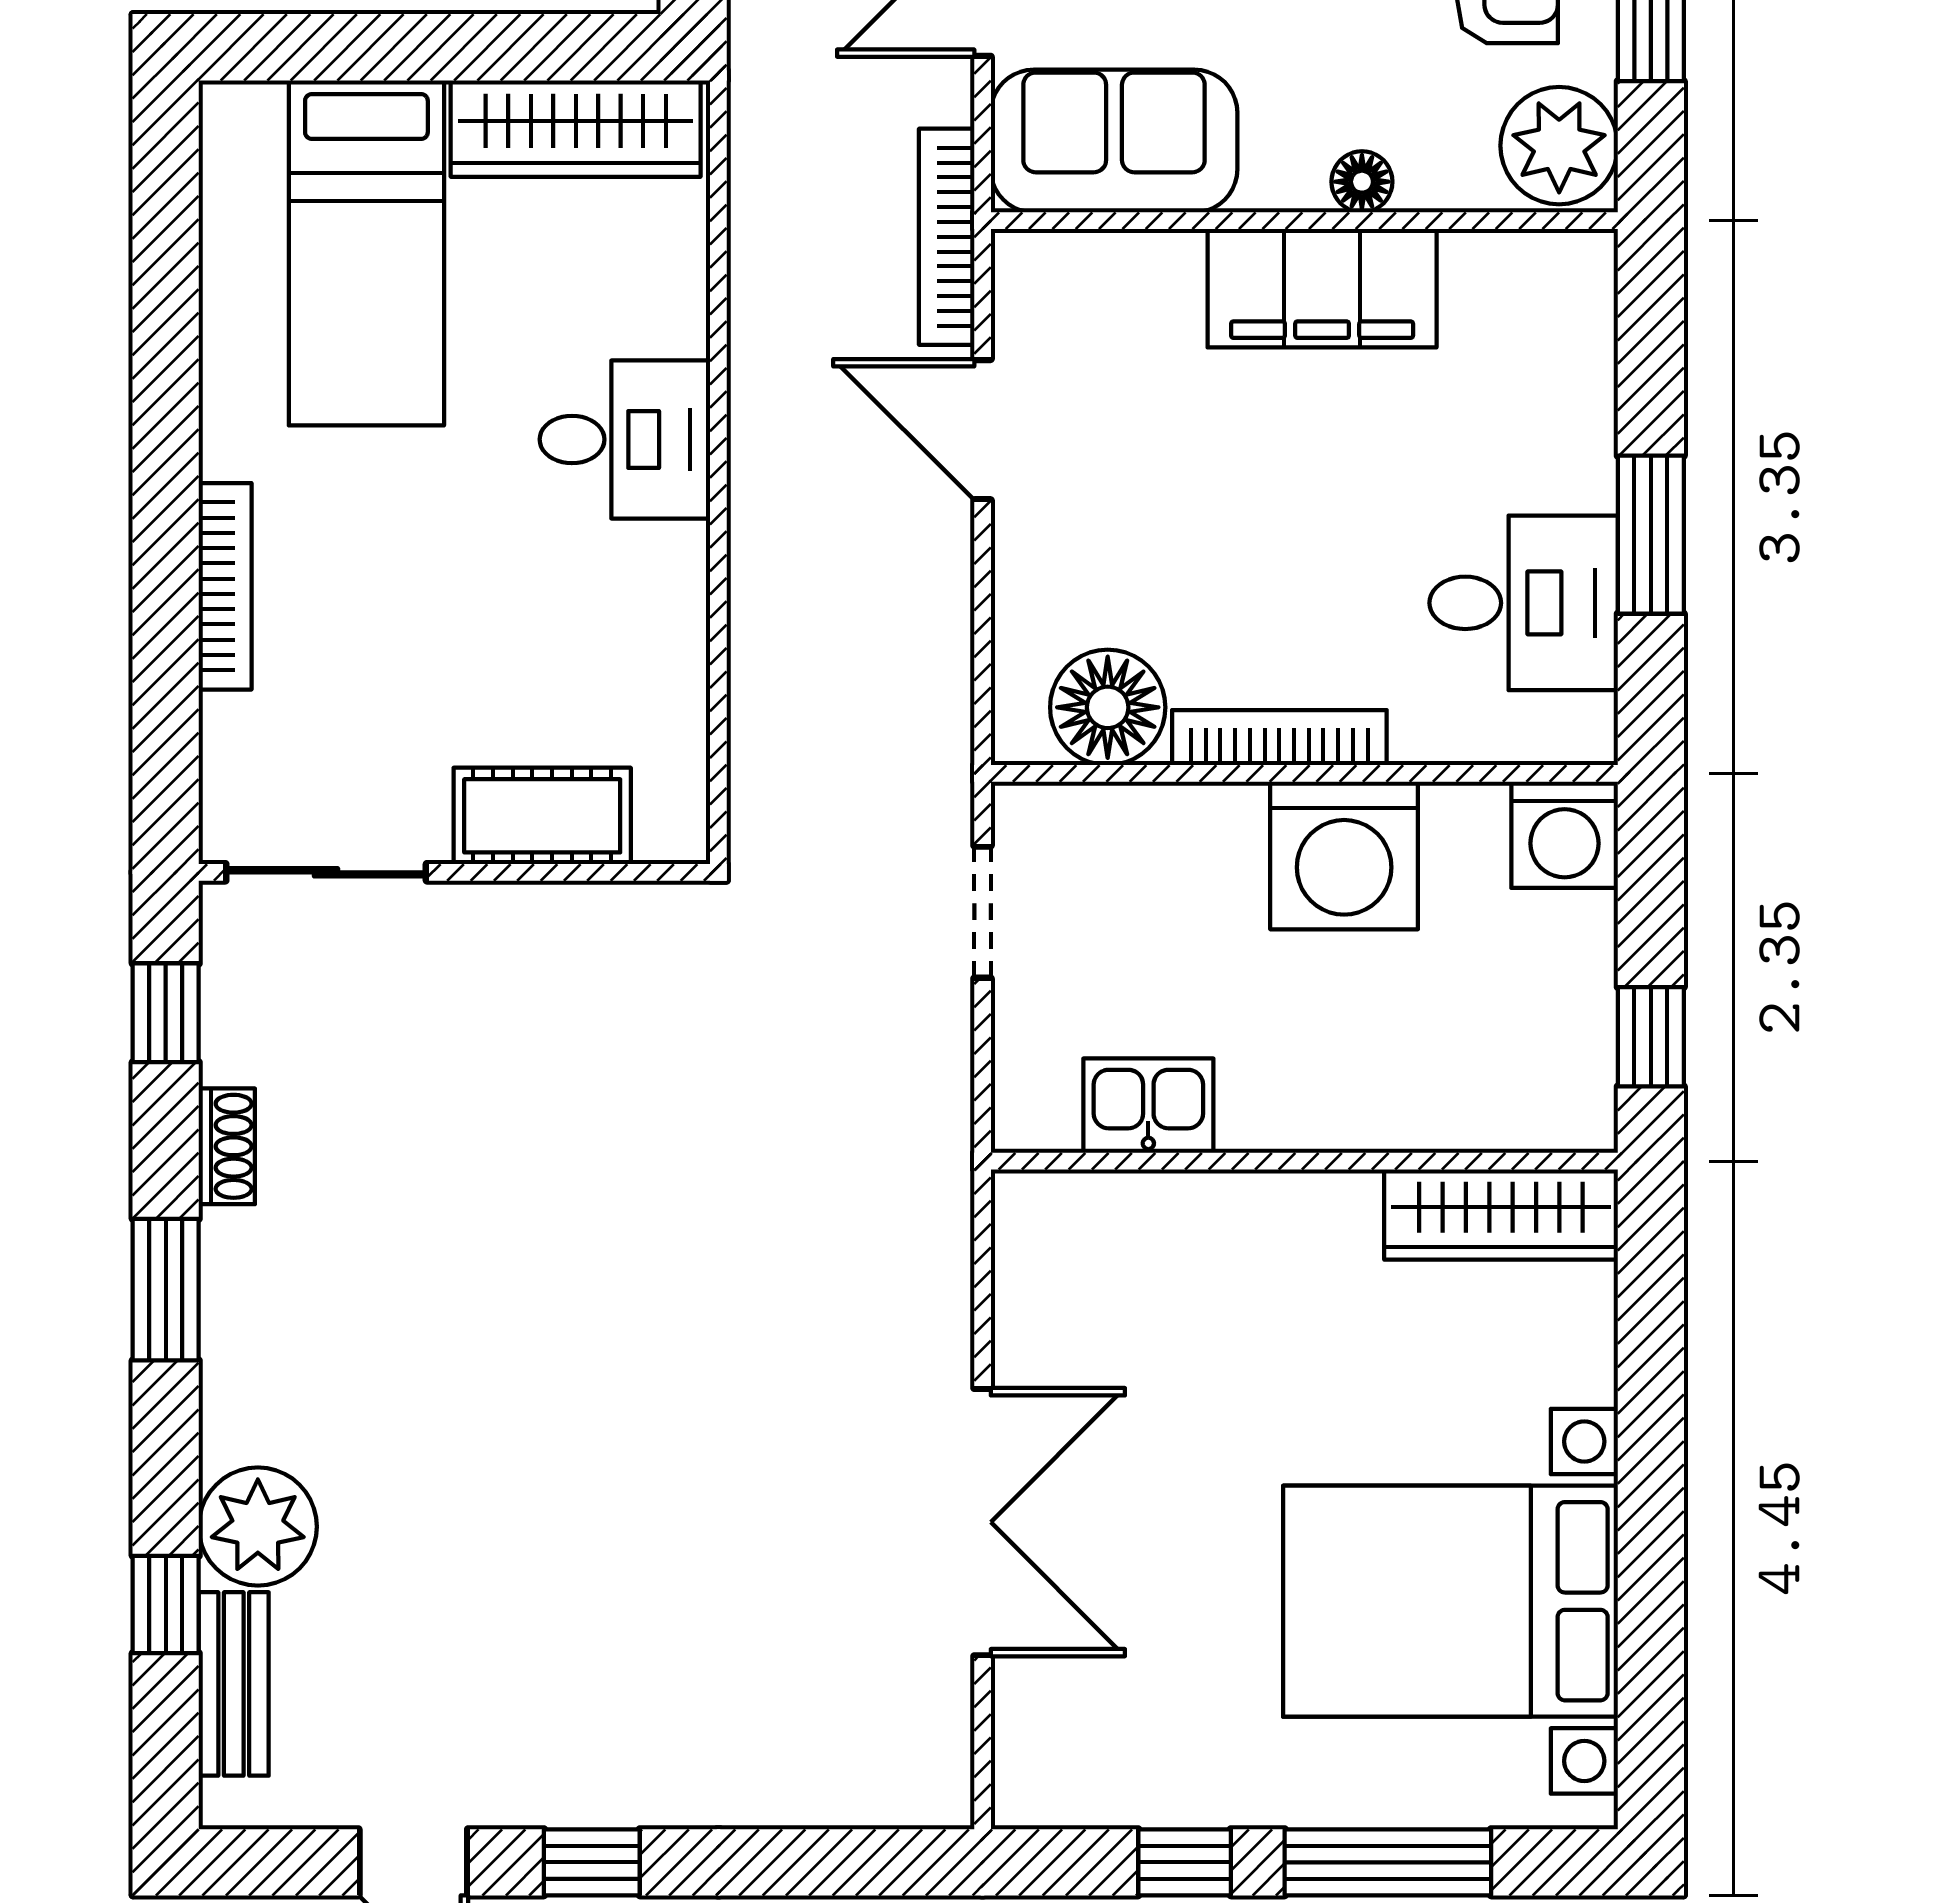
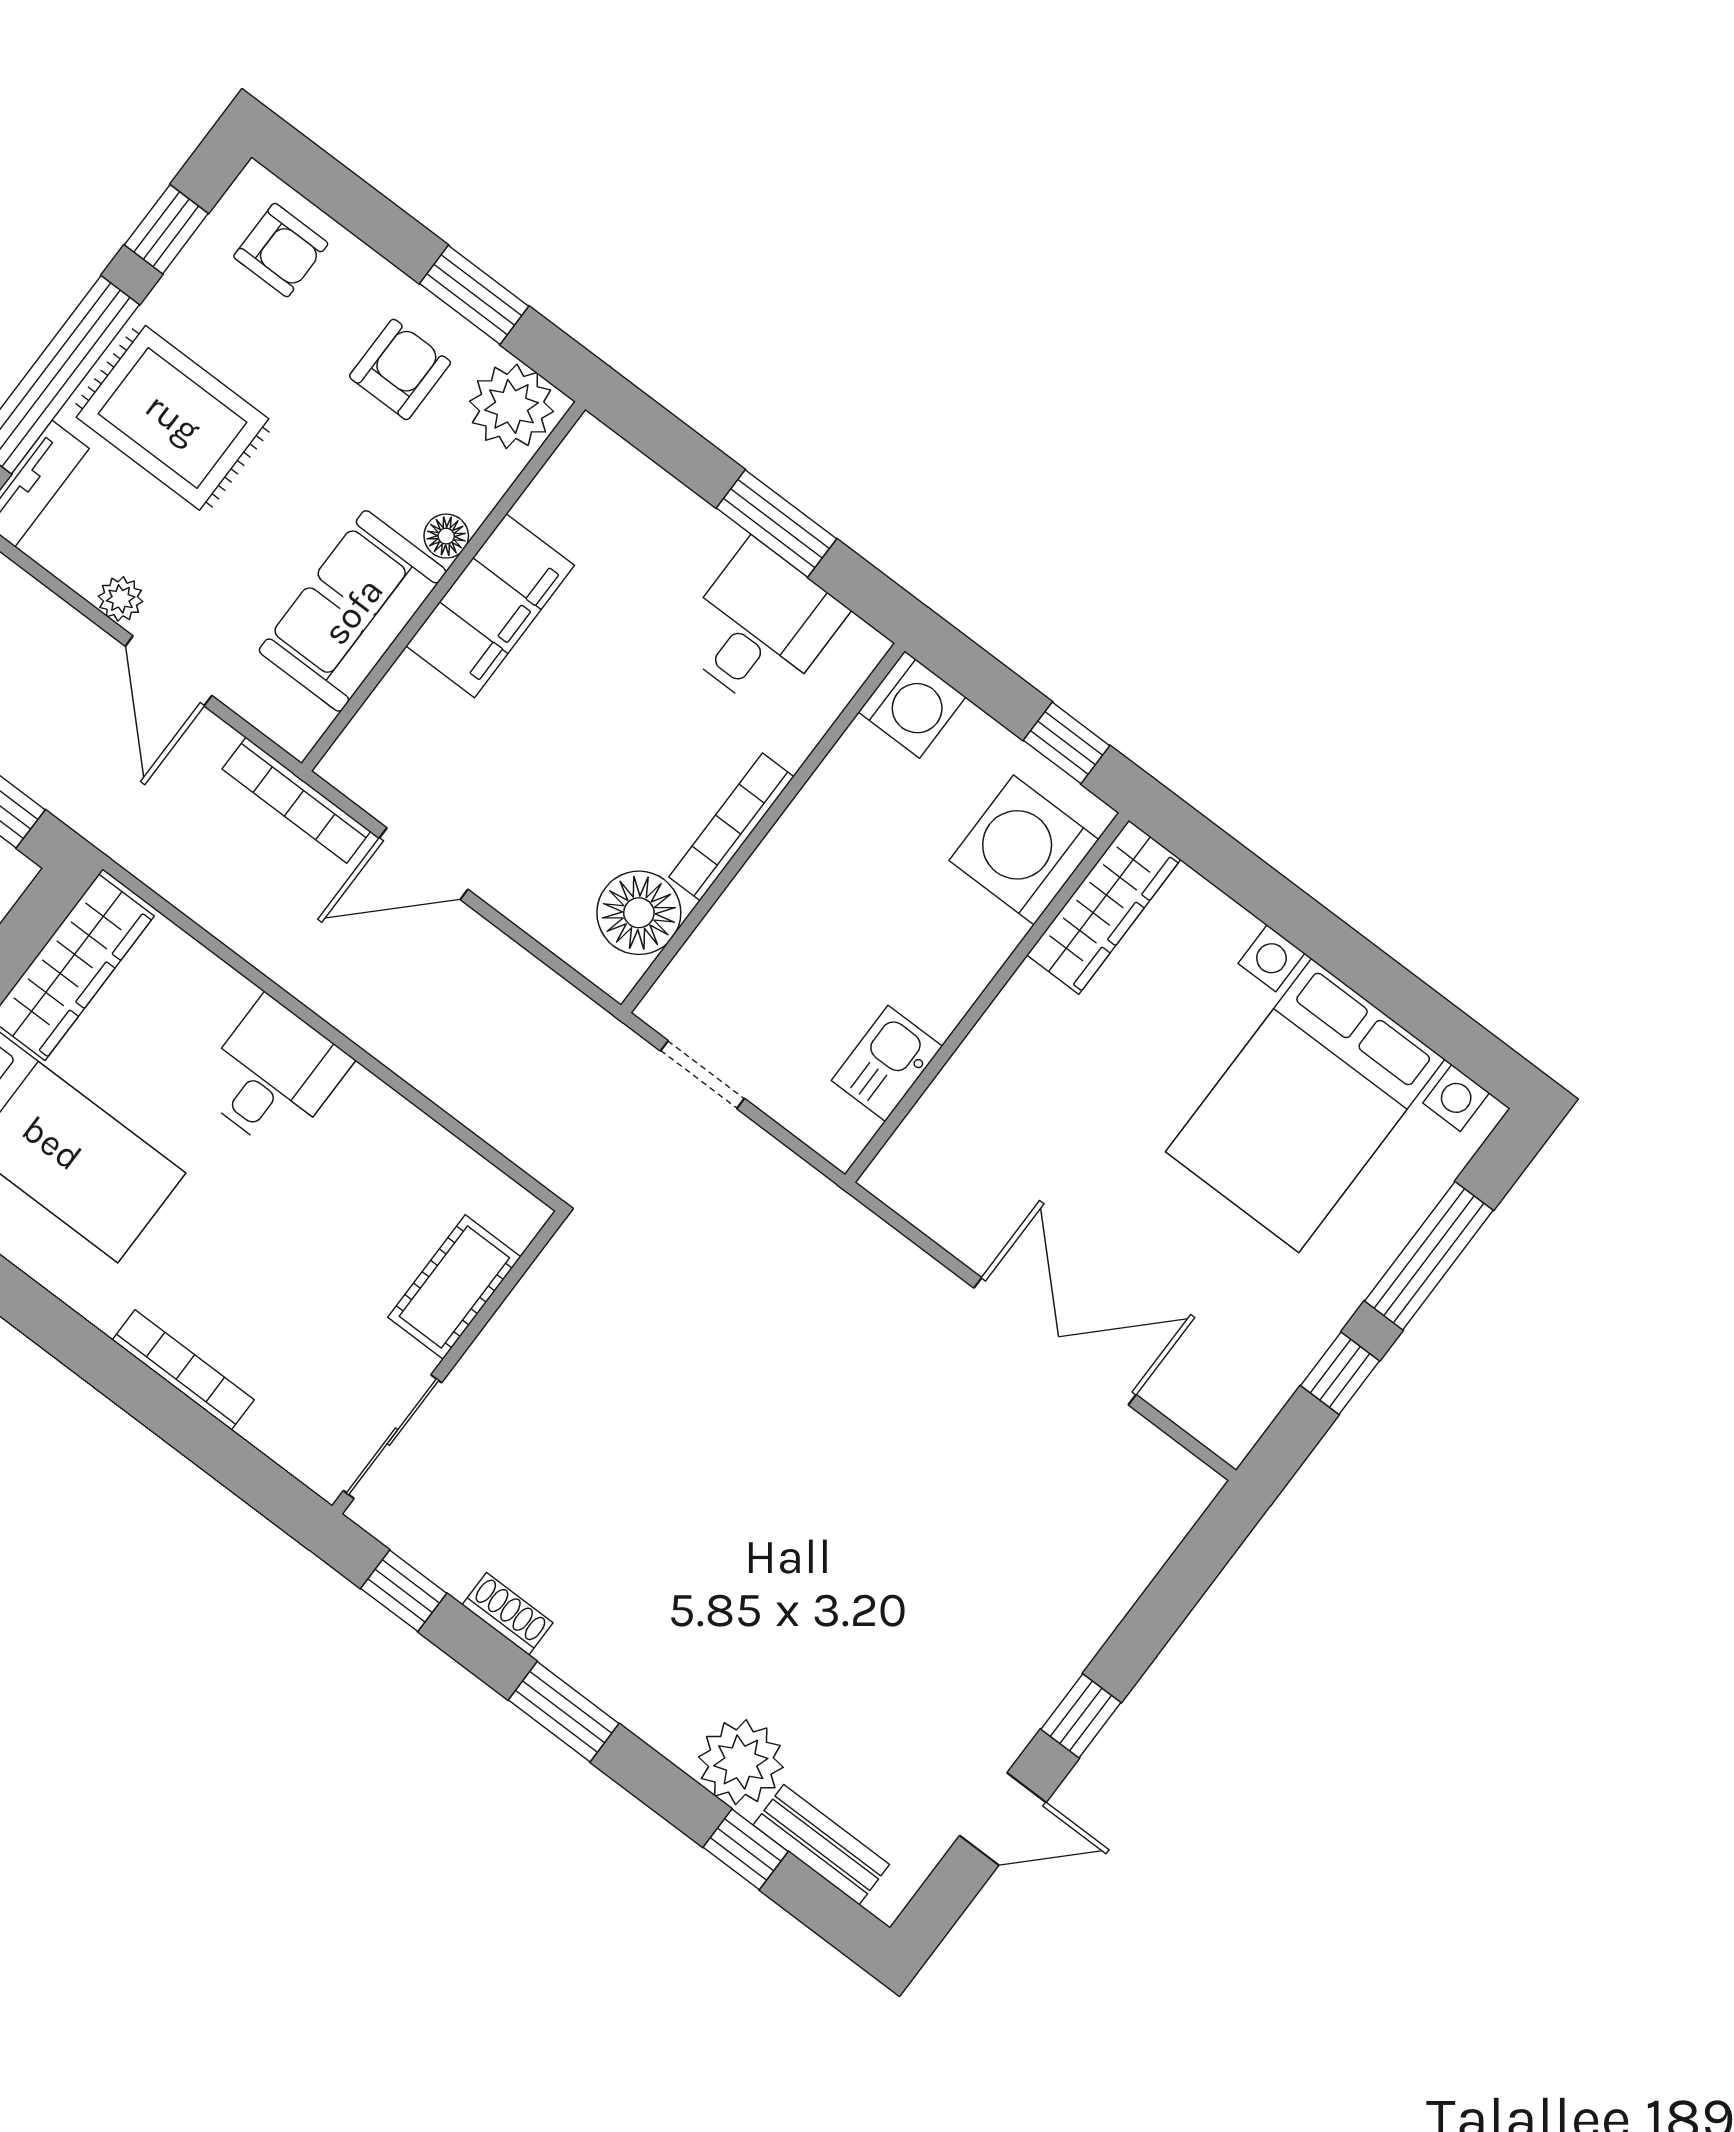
sofa: (1114, 141) -> (353, 611), moved
washing machine: (1344, 855) -> (1024, 850), moved, turned 180

